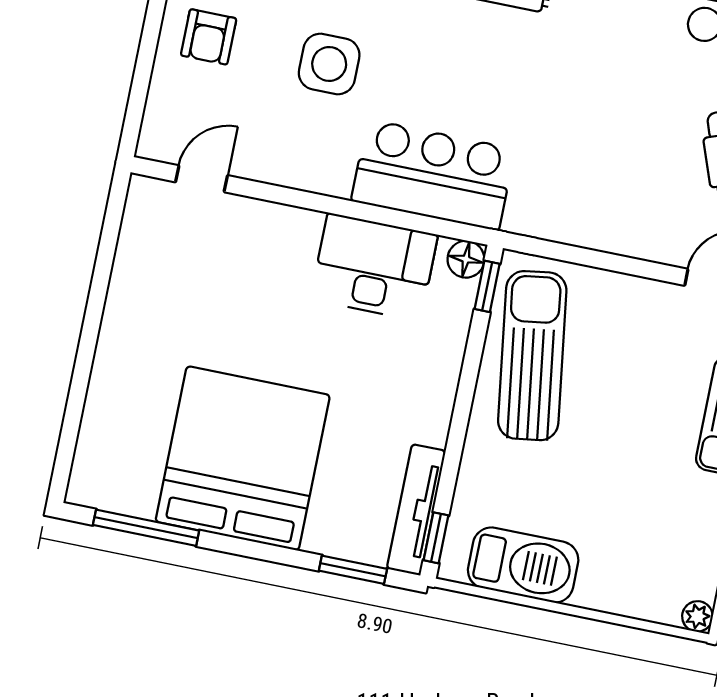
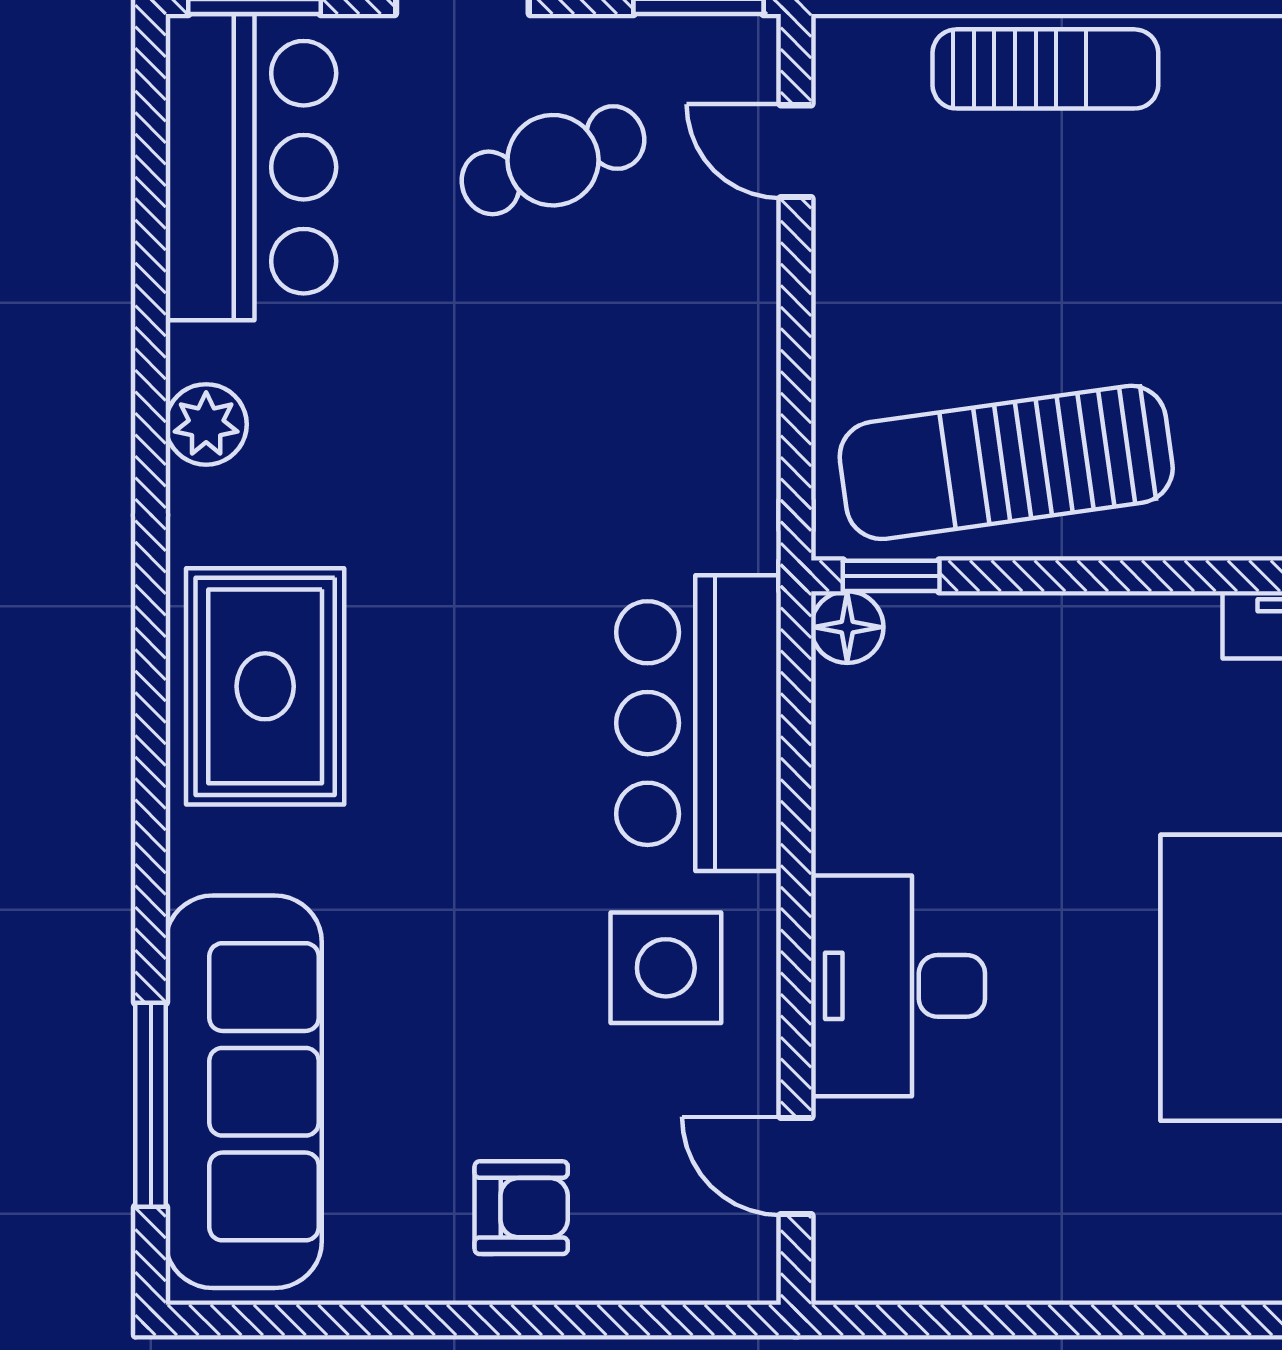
side table: (329, 64) -> (666, 968), moved
desk: (374, 267) -> (898, 986), moved

